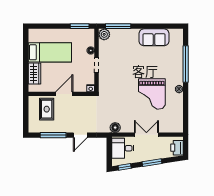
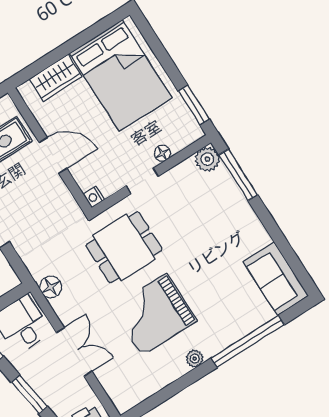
sofa: (154, 37) -> (276, 279), moved
bed: (50, 52) -> (121, 76), width x1.50
dining table: (118, 89) -> (124, 247), added

